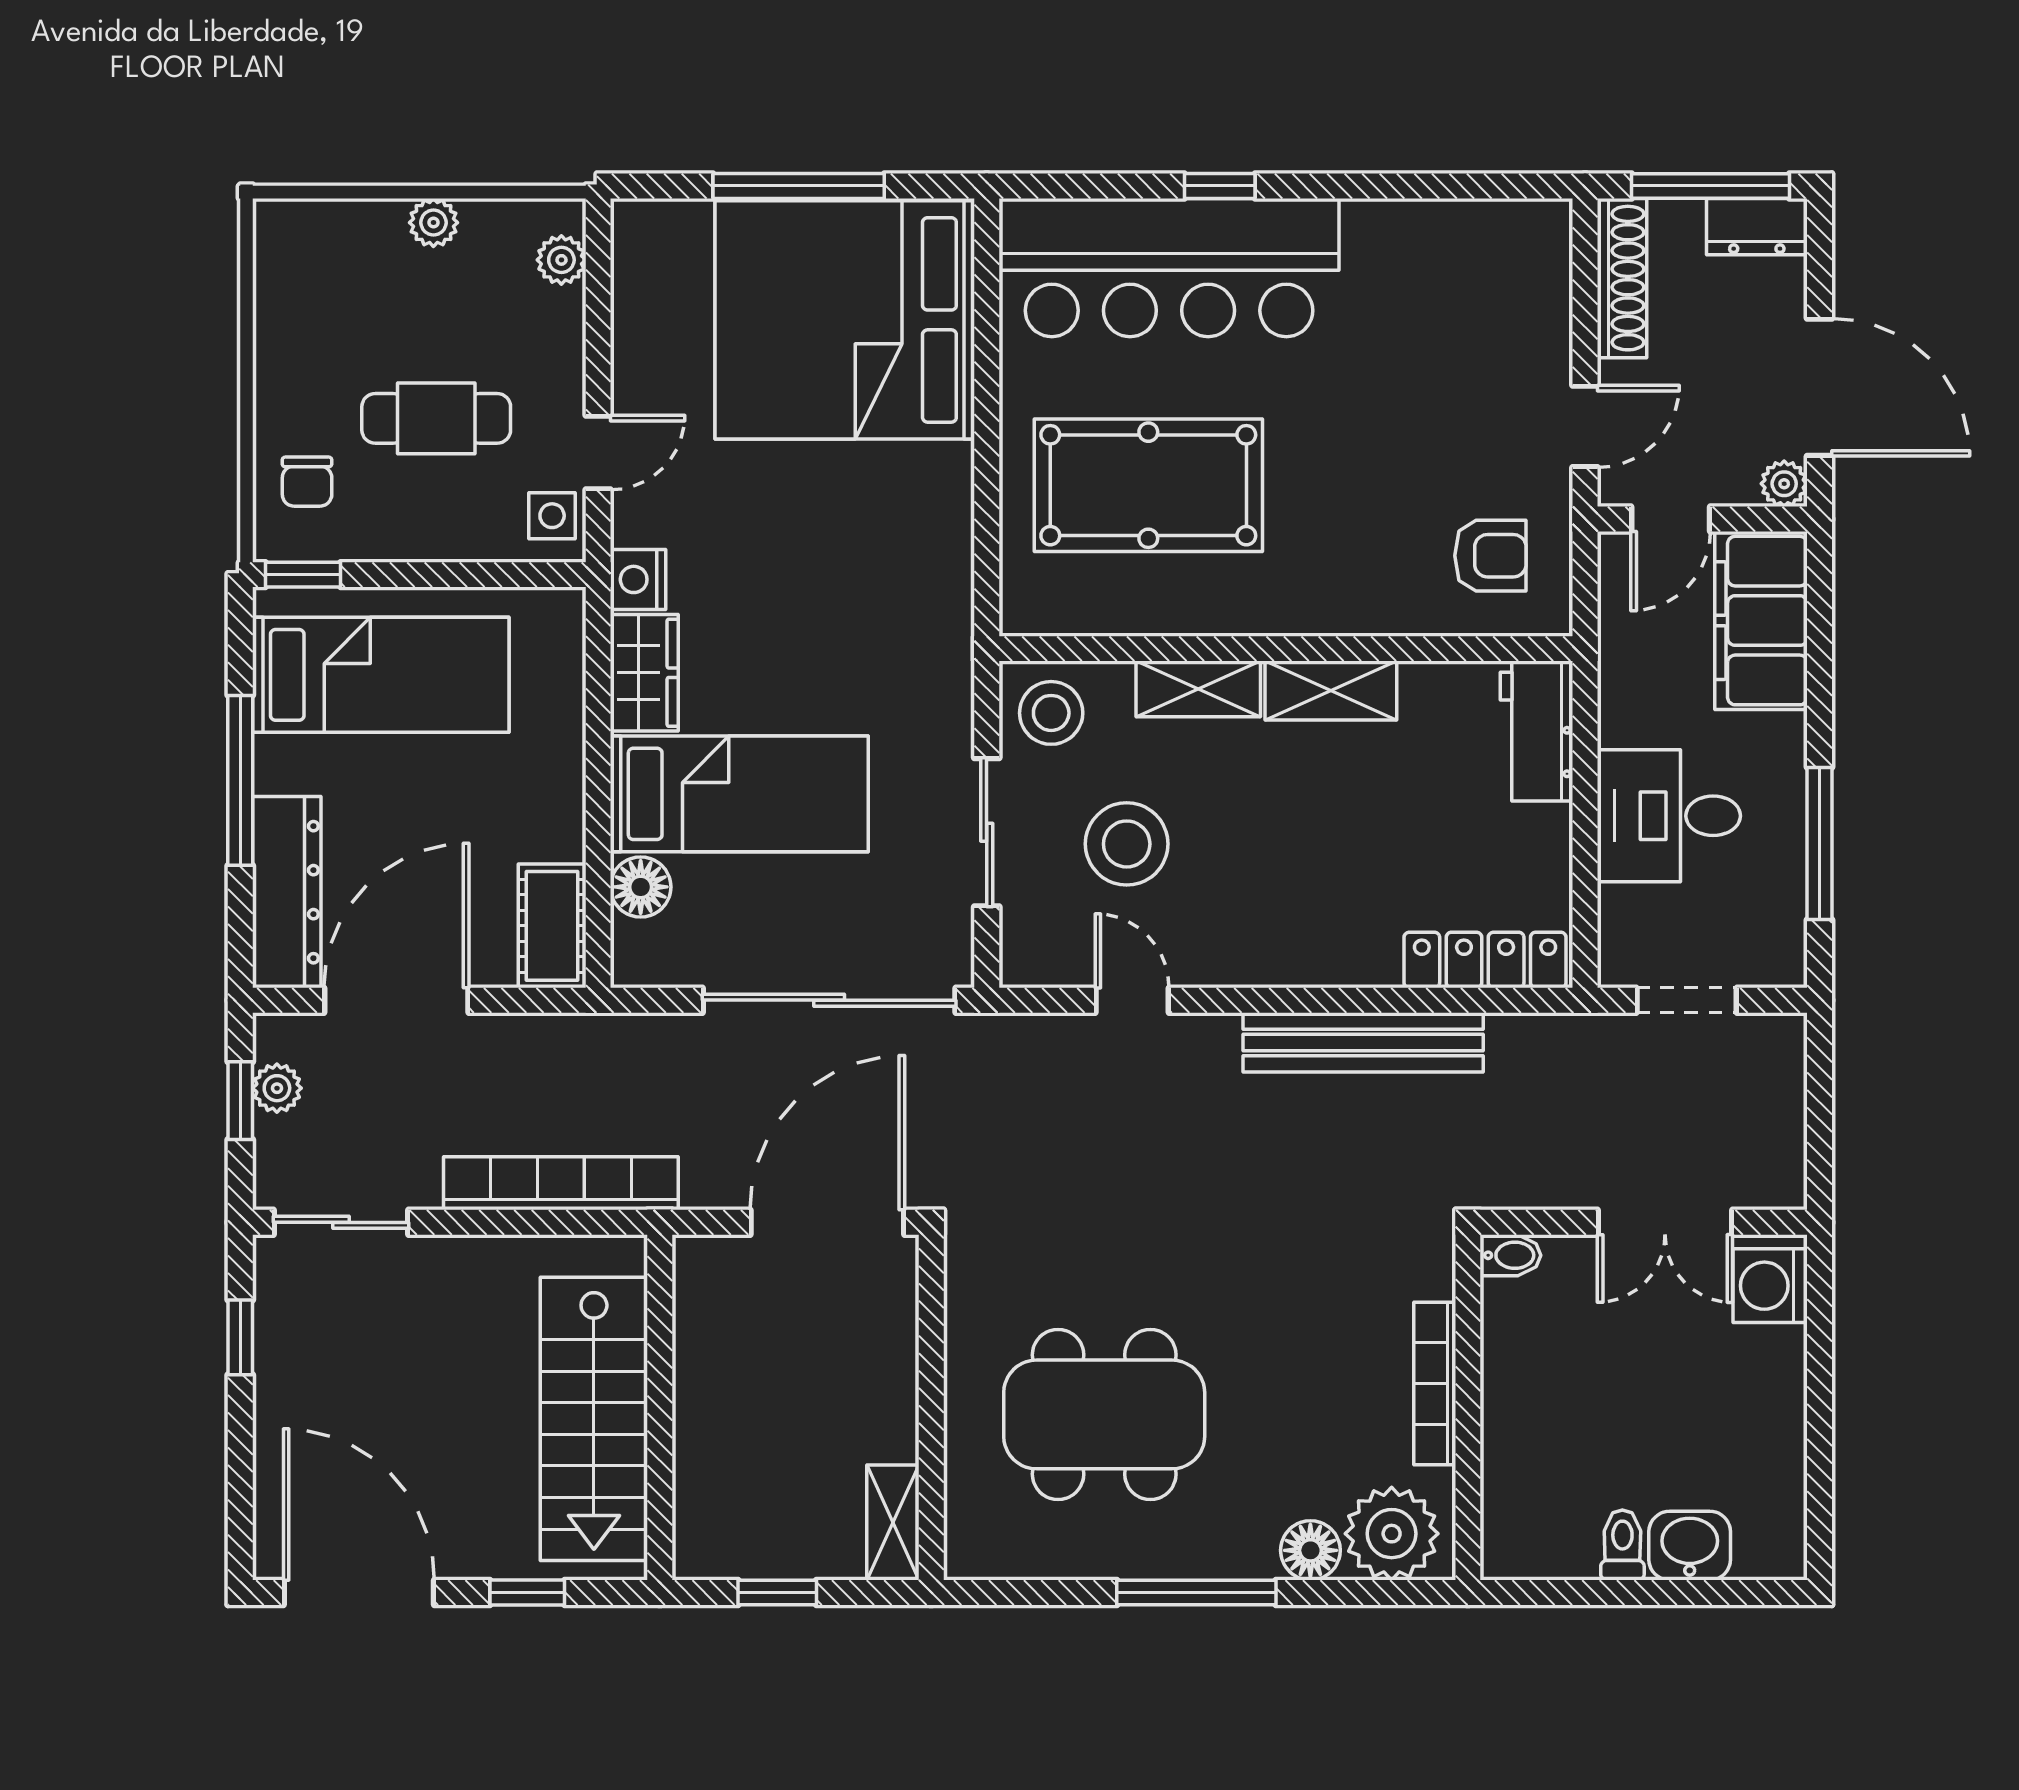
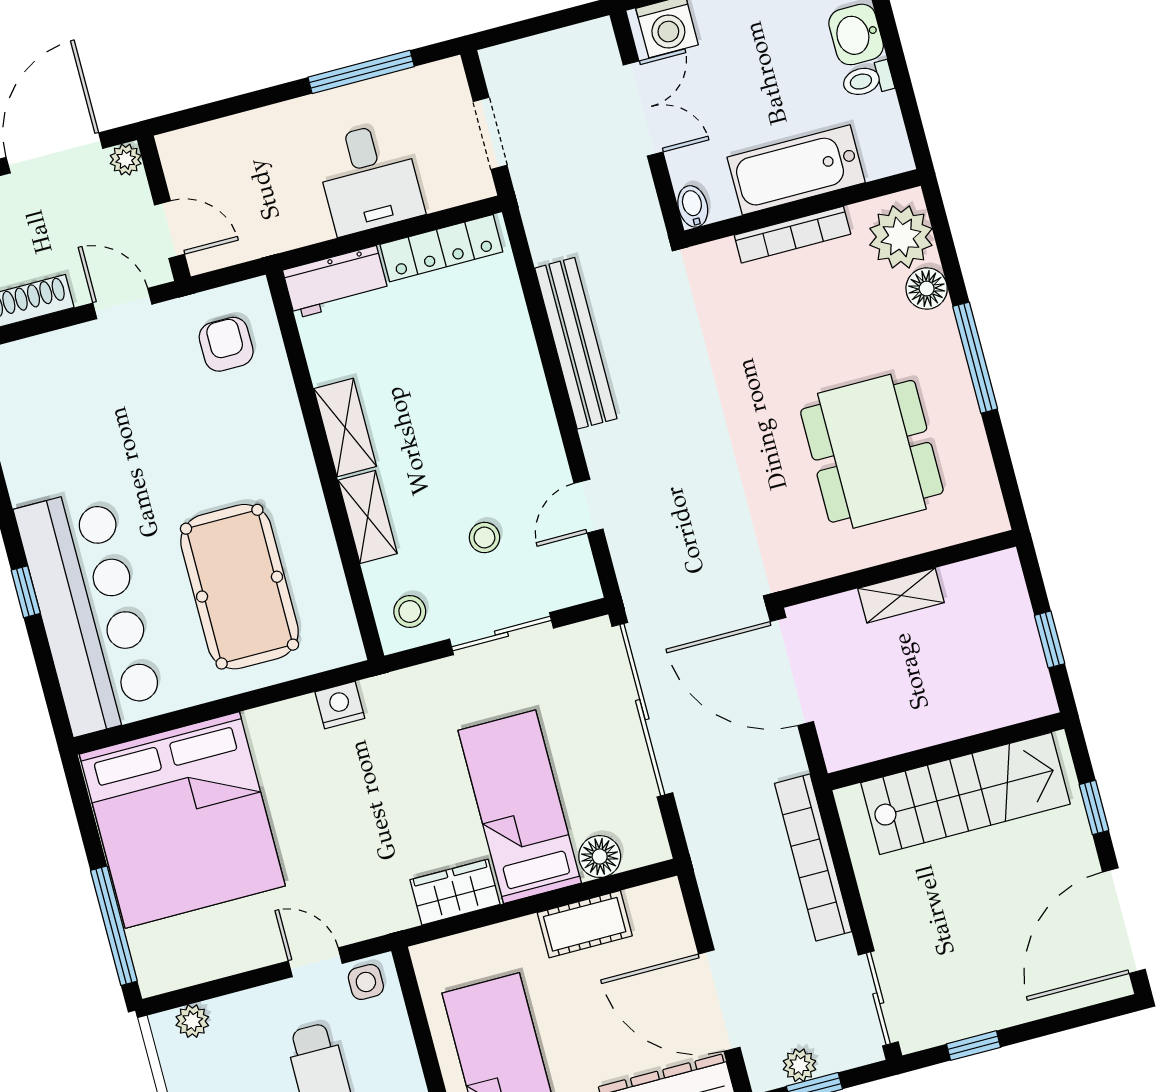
window: (799, 186) -> (114, 926), moved
nightstand: (638, 579) -> (340, 705), moved, turned 180
filing cabinet: (1761, 621) -> (222, 151), removed
stool: (1051, 713) -> (410, 611), width x0.73, depth x0.73
stool: (1127, 844) -> (484, 537), width x0.53, depth x0.53
cot: (552, 926) -> (585, 924), moved
locker: (1485, 960) -> (441, 248), moved, turned -90
bathtub: (1523, 1413) -> (796, 170), added
shelving: (893, 1522) -> (901, 595), moved

